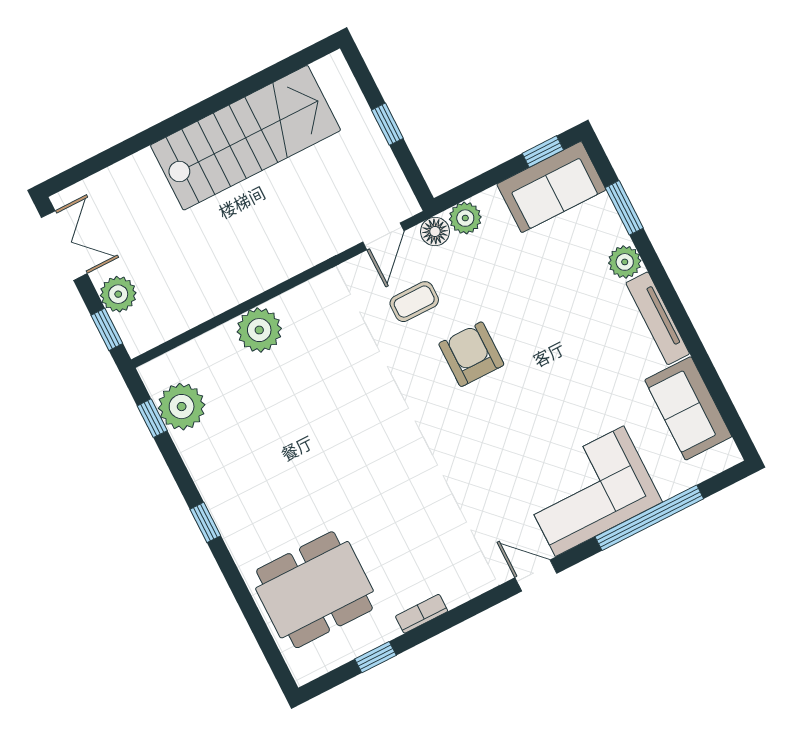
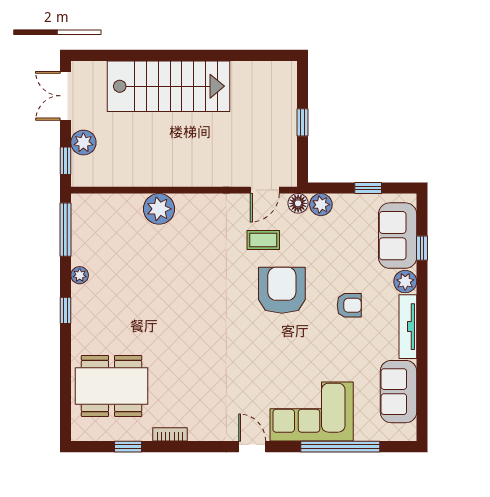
stairs: (246, 138) -> (169, 86), moved
window: (543, 152) -> (368, 188), moved
sofa: (551, 187) -> (398, 236), moved, turned 90
window: (624, 208) -> (422, 248), width x0.67
double door: (64, 246) -> (65, 96), swing flipped
armchair: (568, 329) -> (349, 305), added
armchair: (471, 354) -> (282, 290), width x1.36, depth x1.36
plant: (182, 407) -> (80, 275), moved, width x0.53, depth x0.53
window: (152, 418) -> (65, 230), width x2.17

